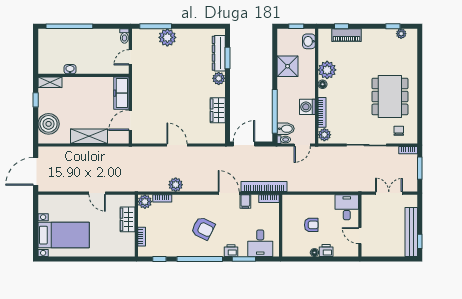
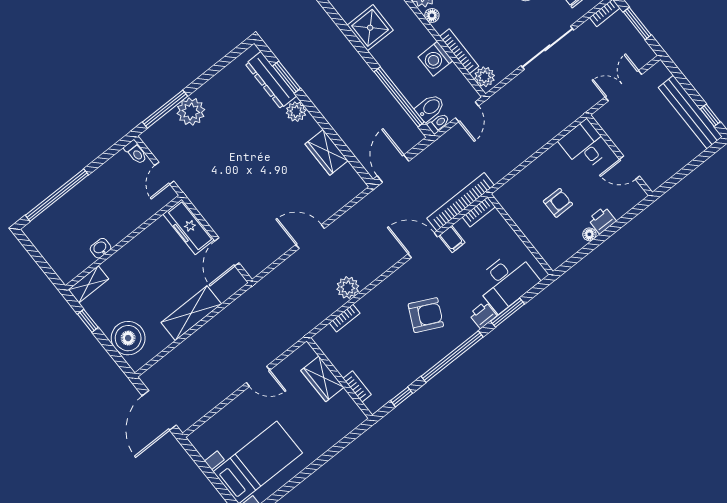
plant: (145, 202) -> (326, 339), removed
desk: (260, 243) -> (506, 281), width x1.37

